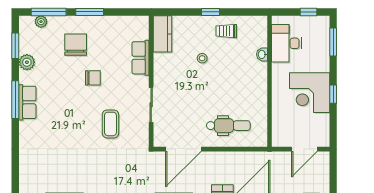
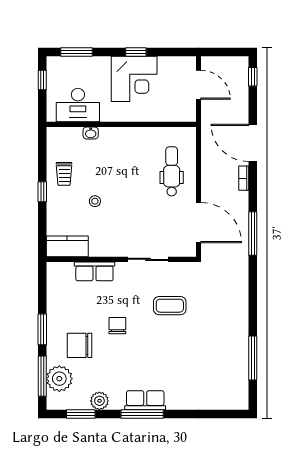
plant: (41, 22) -> (59, 379), width x1.88, depth x1.88

